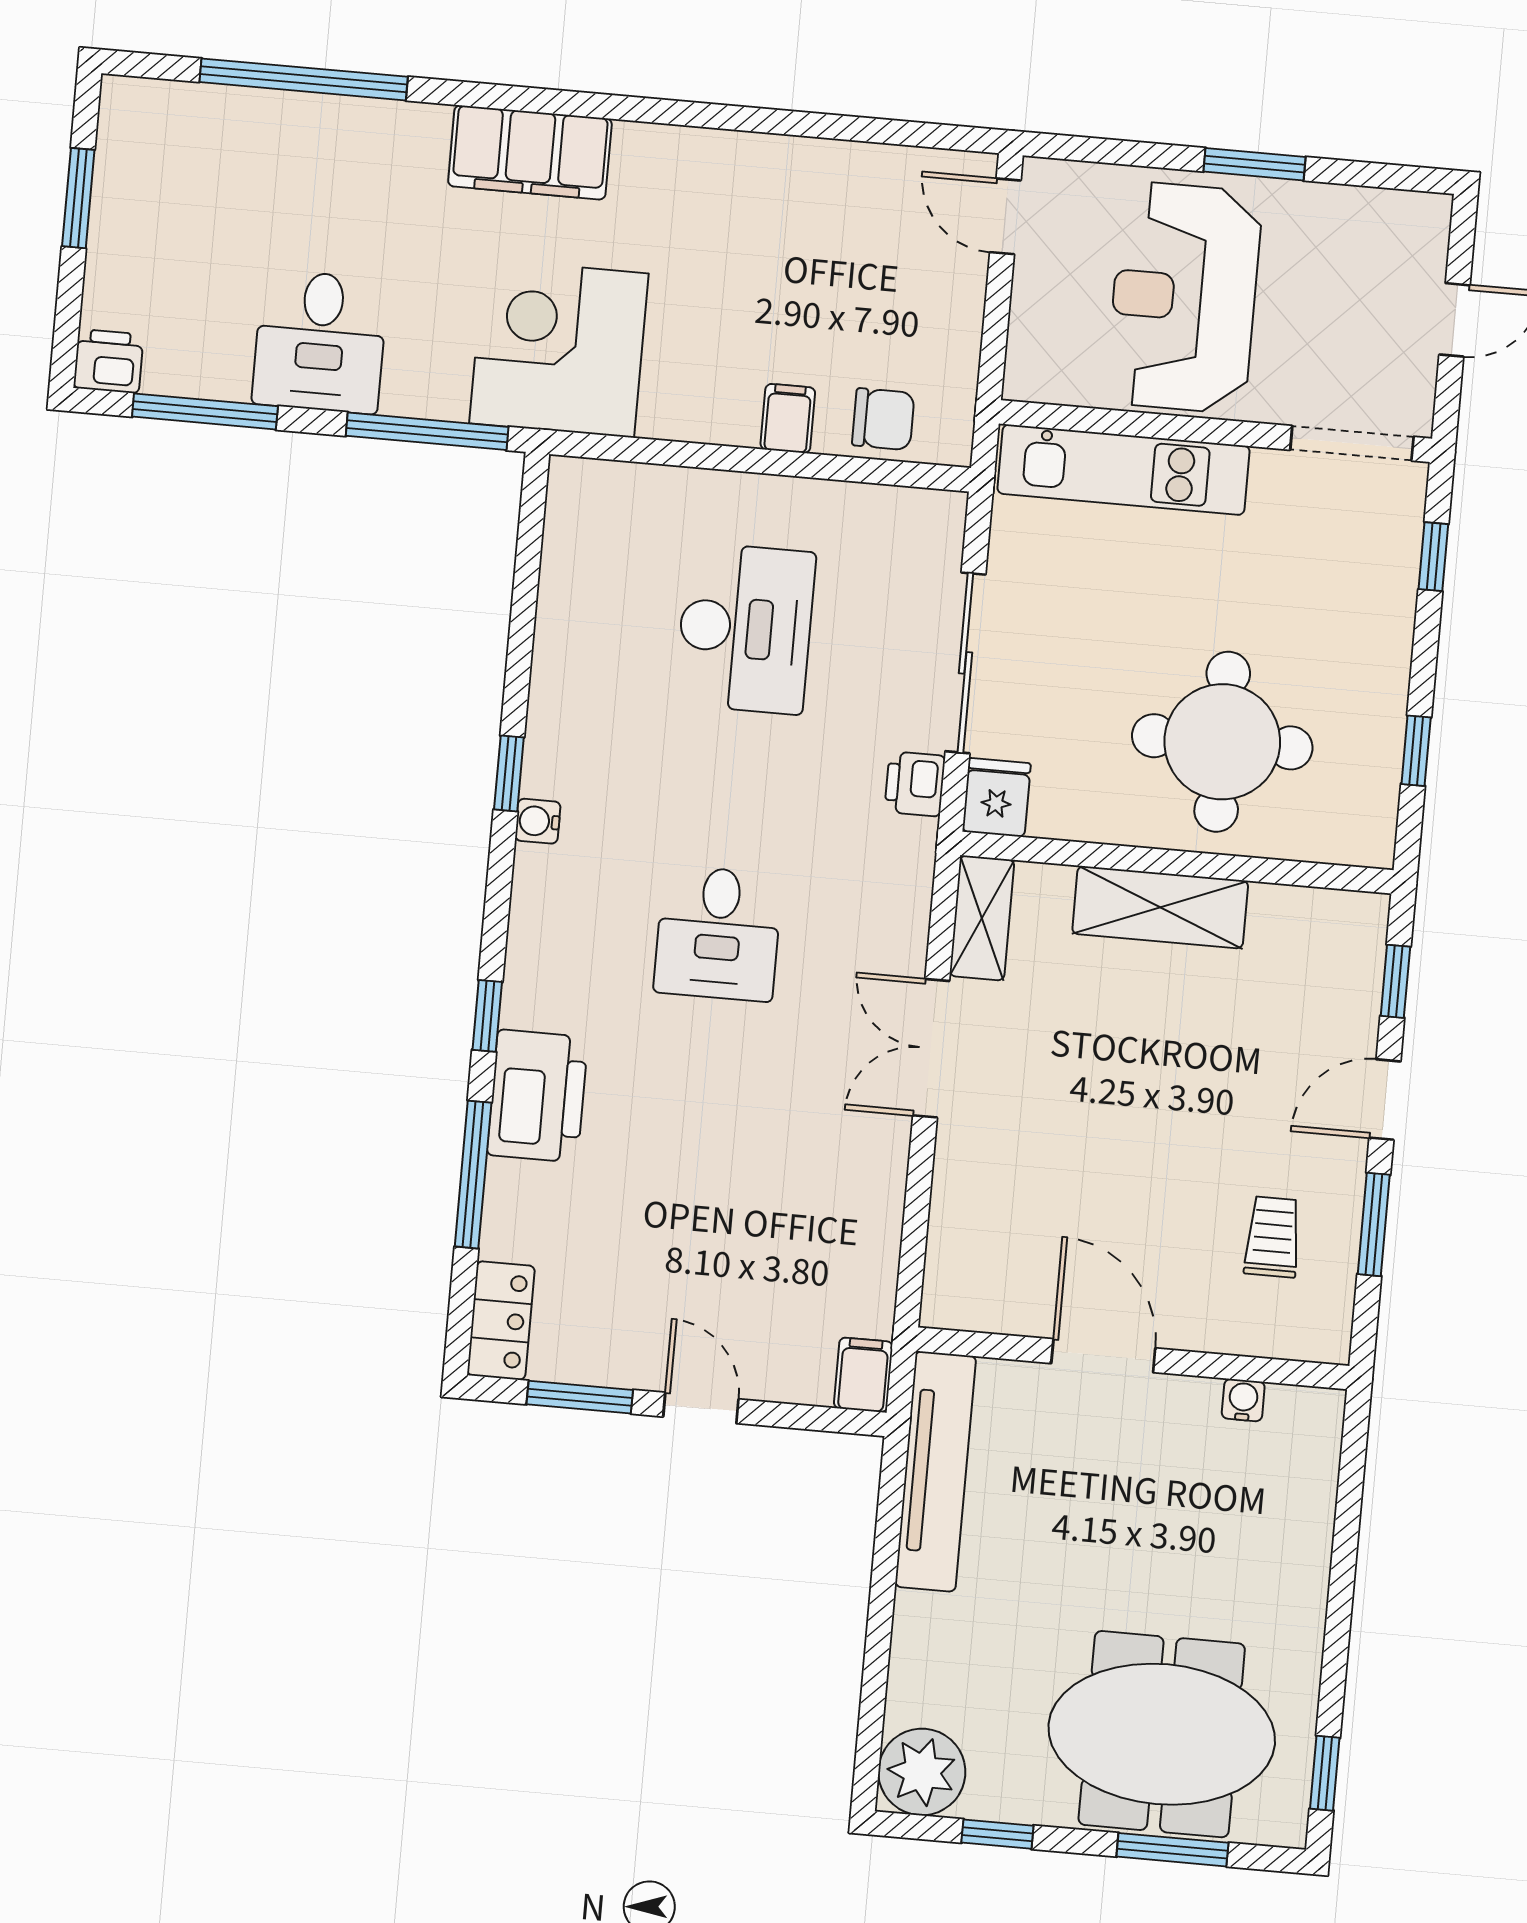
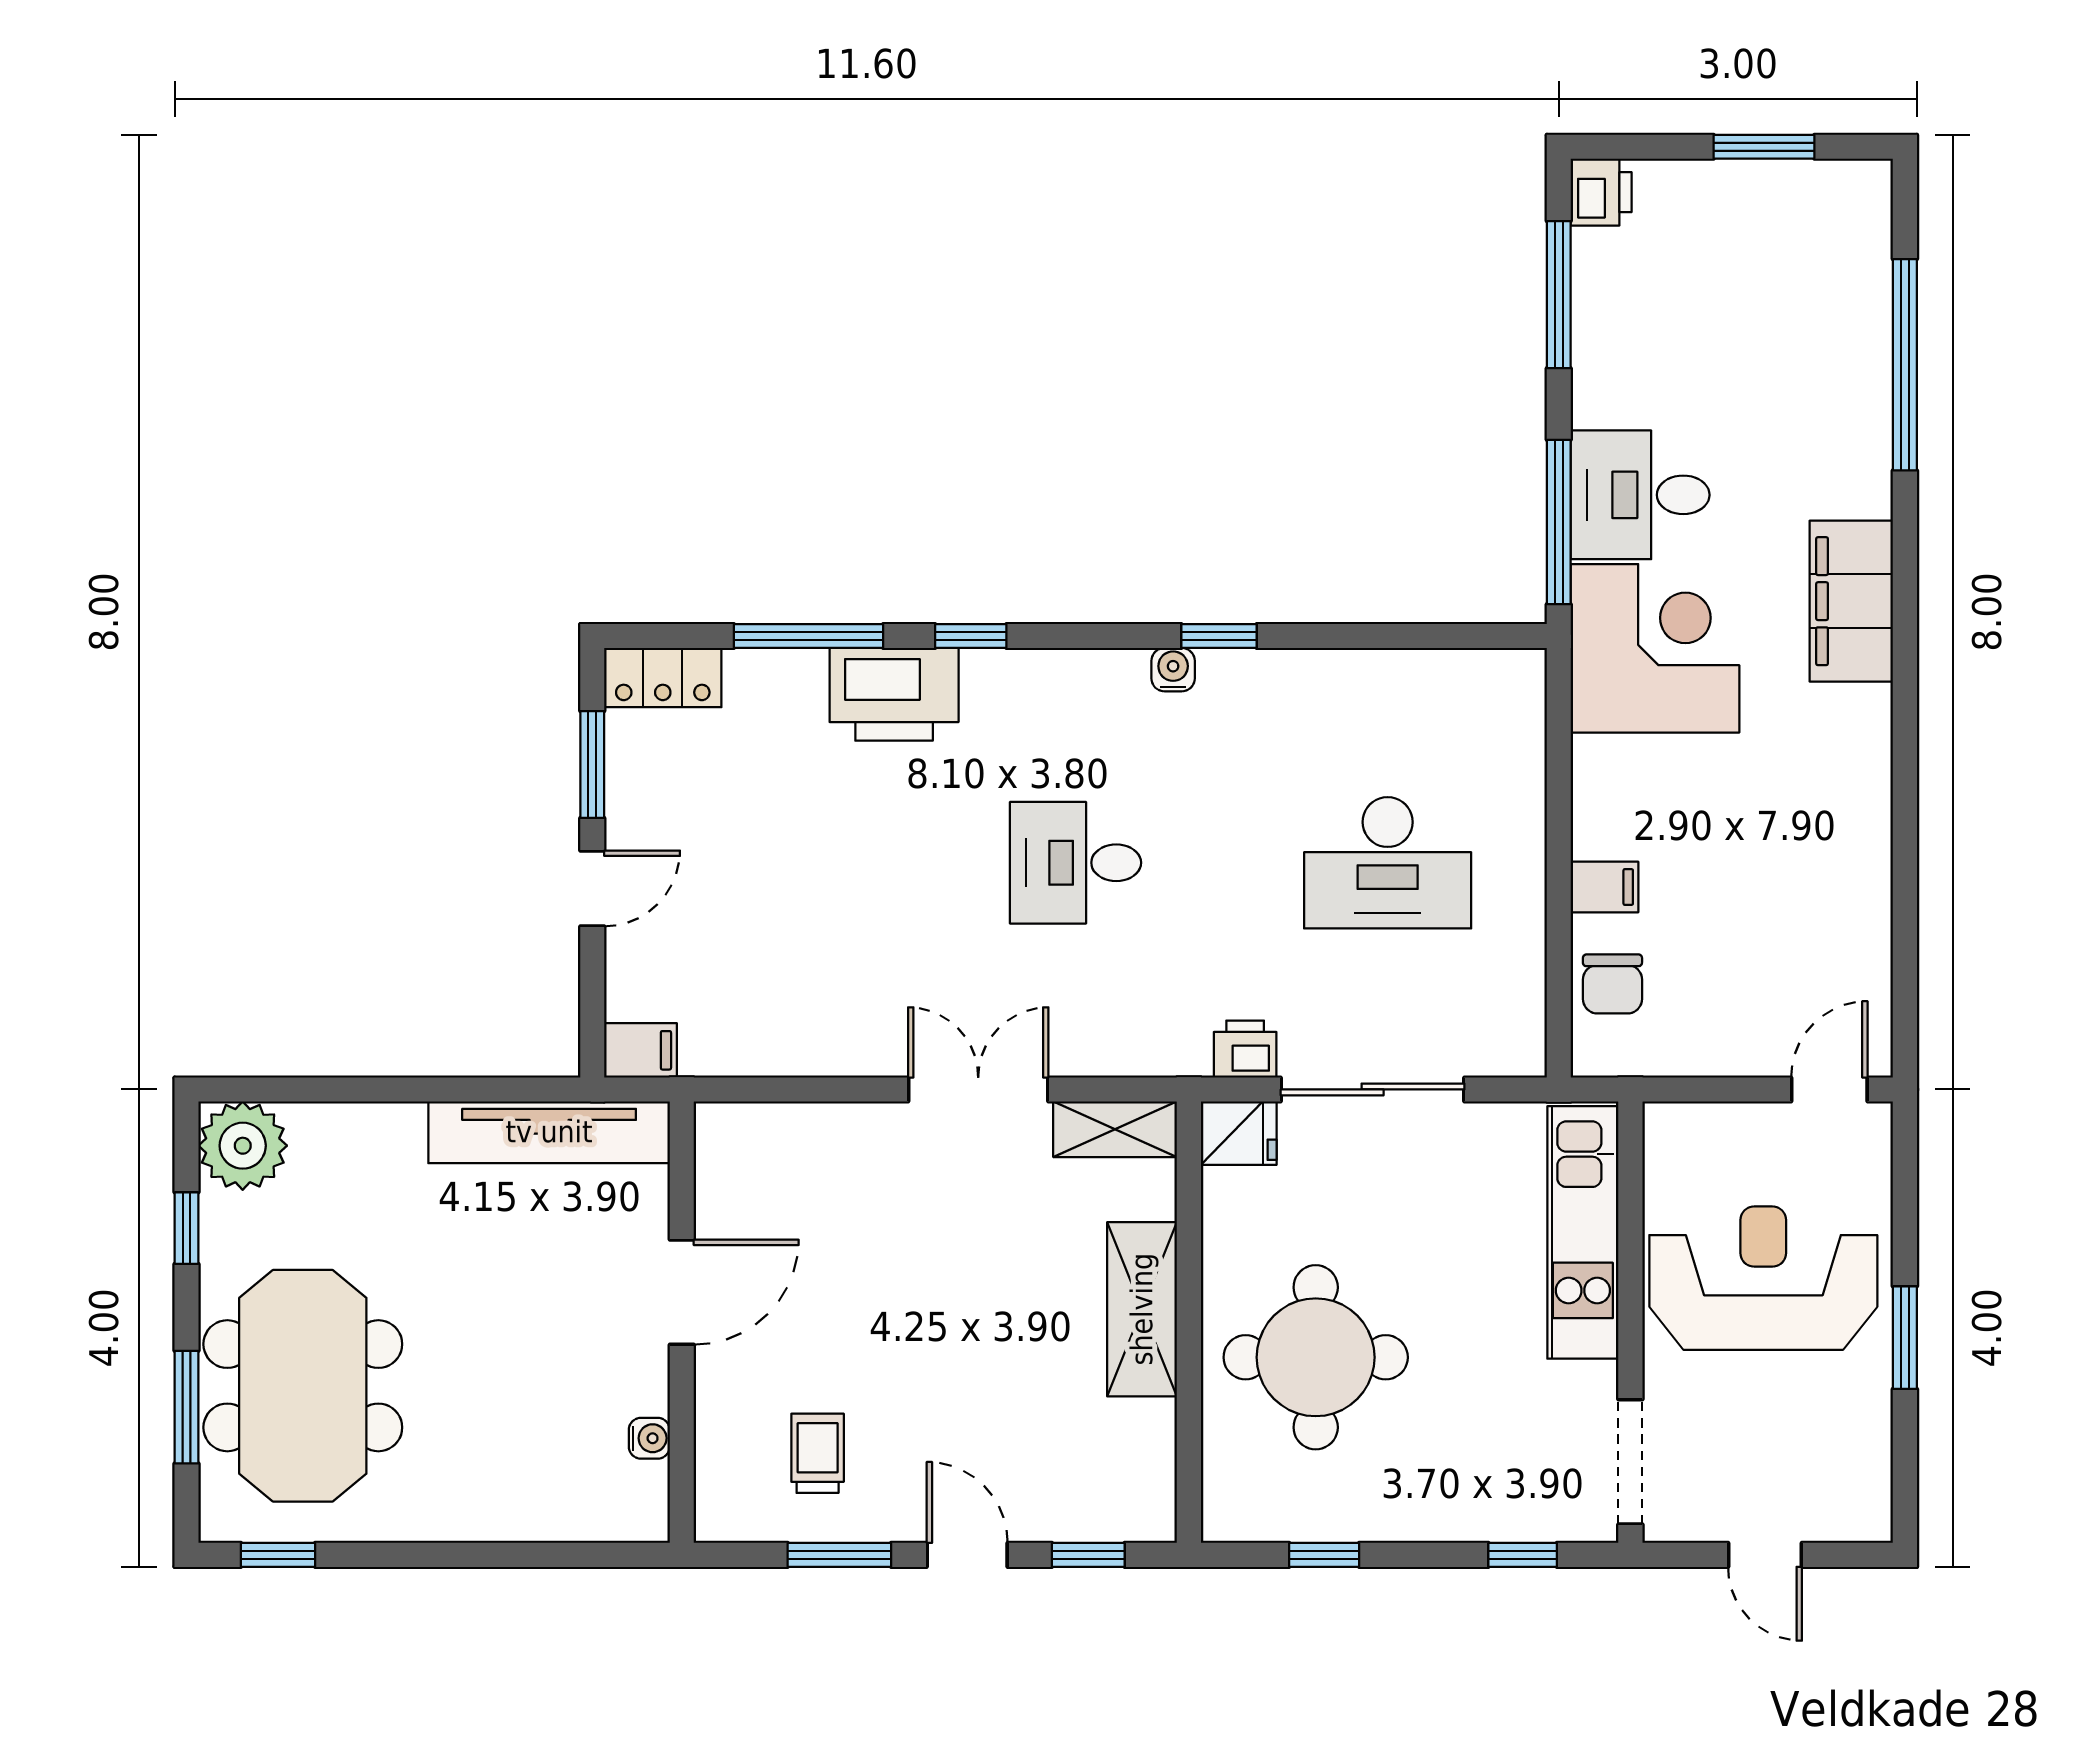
desk: (320, 342) -> (1640, 495), moved
trolley: (1273, 1237) -> (818, 1453), turned -90

